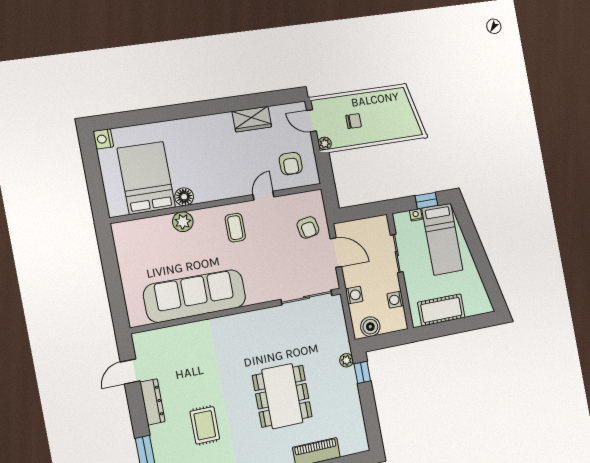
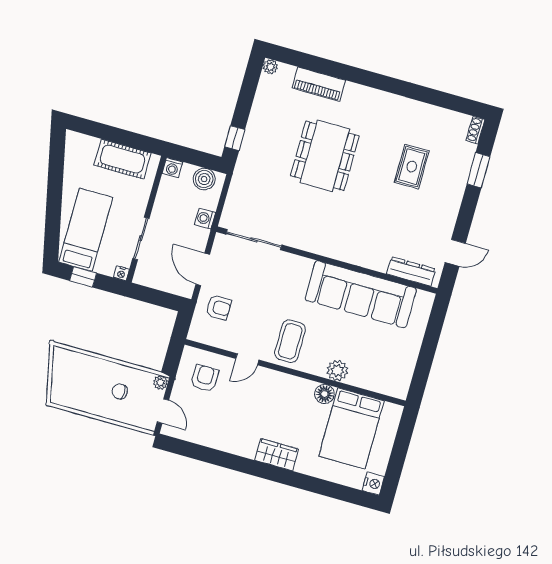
wardrobe: (252, 119) -> (277, 455), moved
nightstand: (416, 215) -> (121, 273), moved
armchair: (308, 227) -> (219, 307), turned 101
coffee table: (235, 228) -> (290, 341), width x1.36, depth x1.30
washing machine: (395, 300) -> (172, 168), moved, turned 90
plant: (346, 360) -> (270, 67), moved
dresser: (152, 402) -> (411, 271), moved, turned 90

